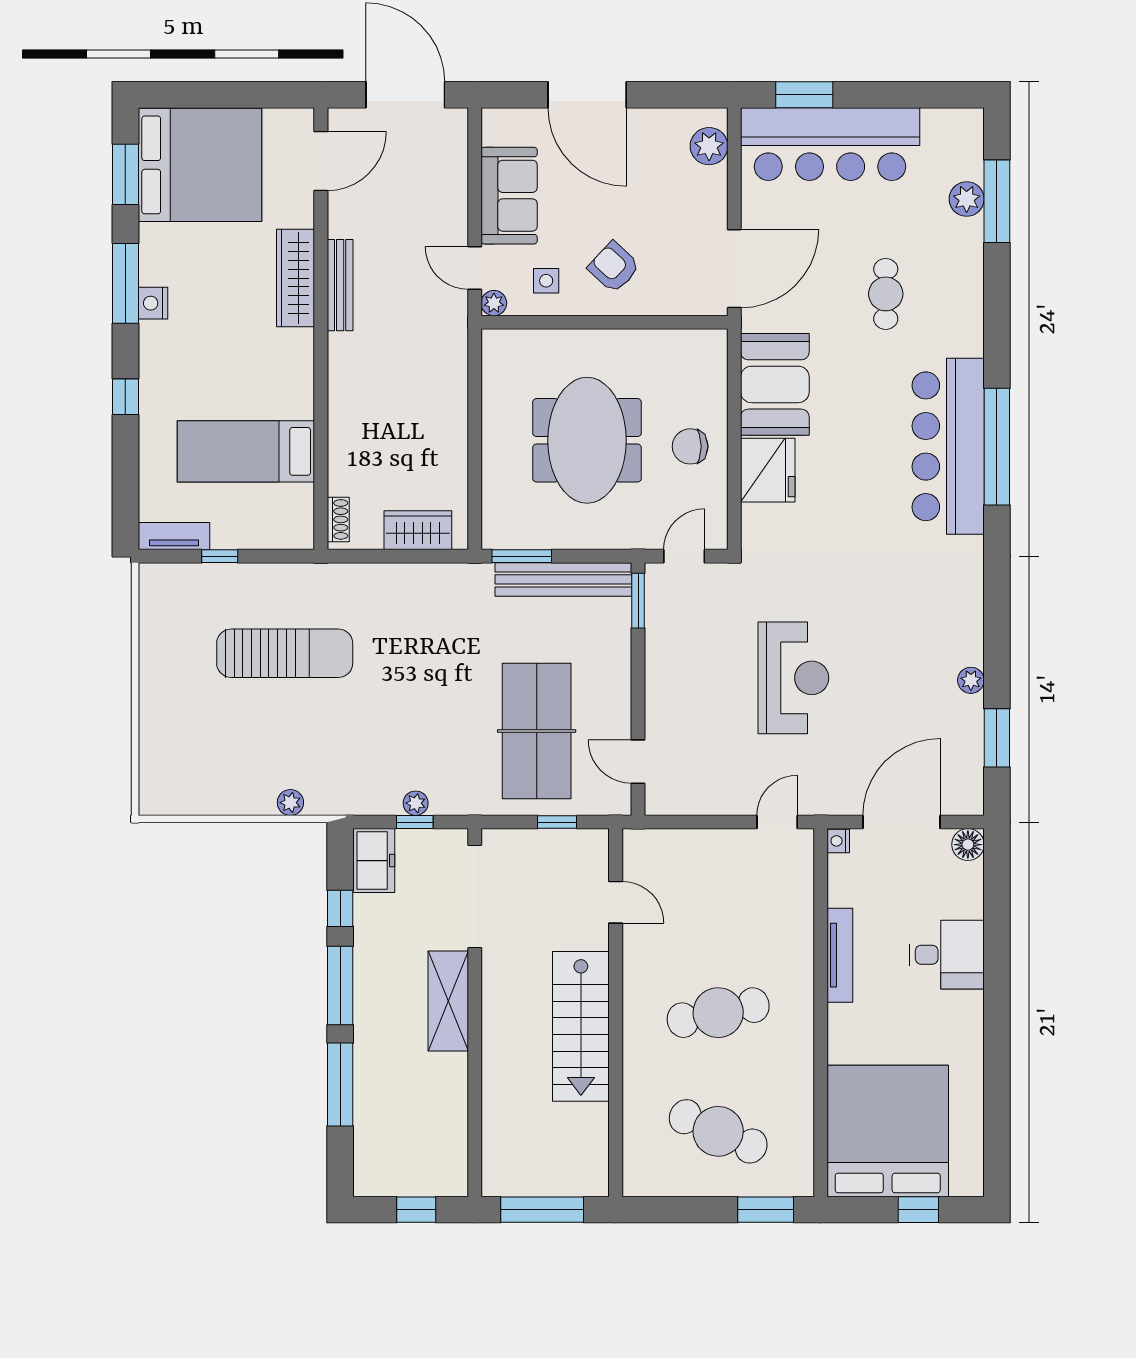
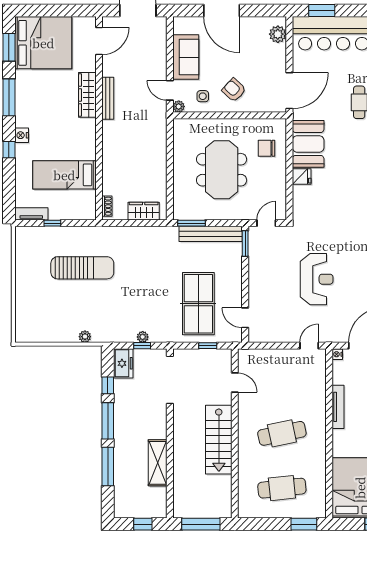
nightstand: (153, 303) -> (22, 135), moved
chair: (690, 446) -> (267, 148), moved
fridge: (768, 470) -> (302, 177), width x0.53, depth x0.75
shelving: (448, 1001) -> (158, 463), moved
cafe table: (718, 1131) -> (282, 488), turned -30

